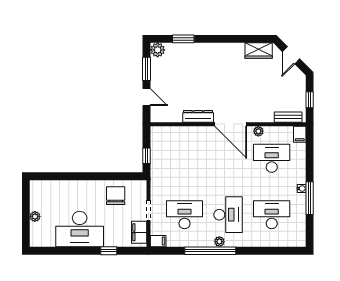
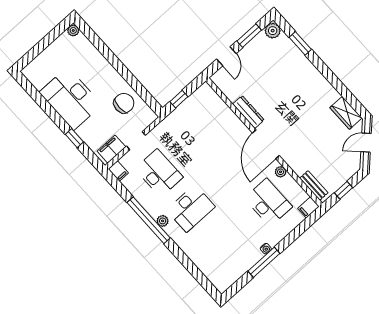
desk: (272, 215) -> (223, 244), removed
plant: (35, 216) -> (73, 30), moved

